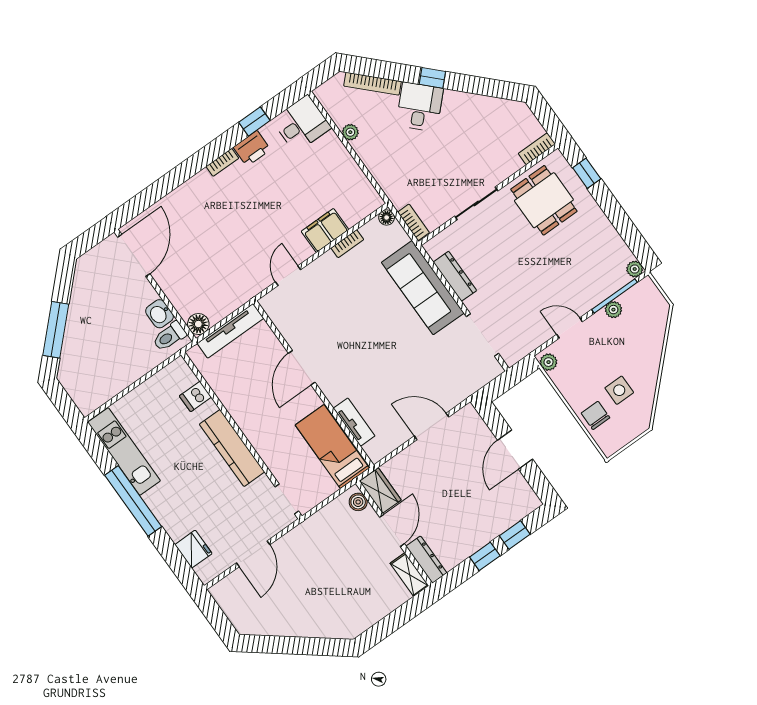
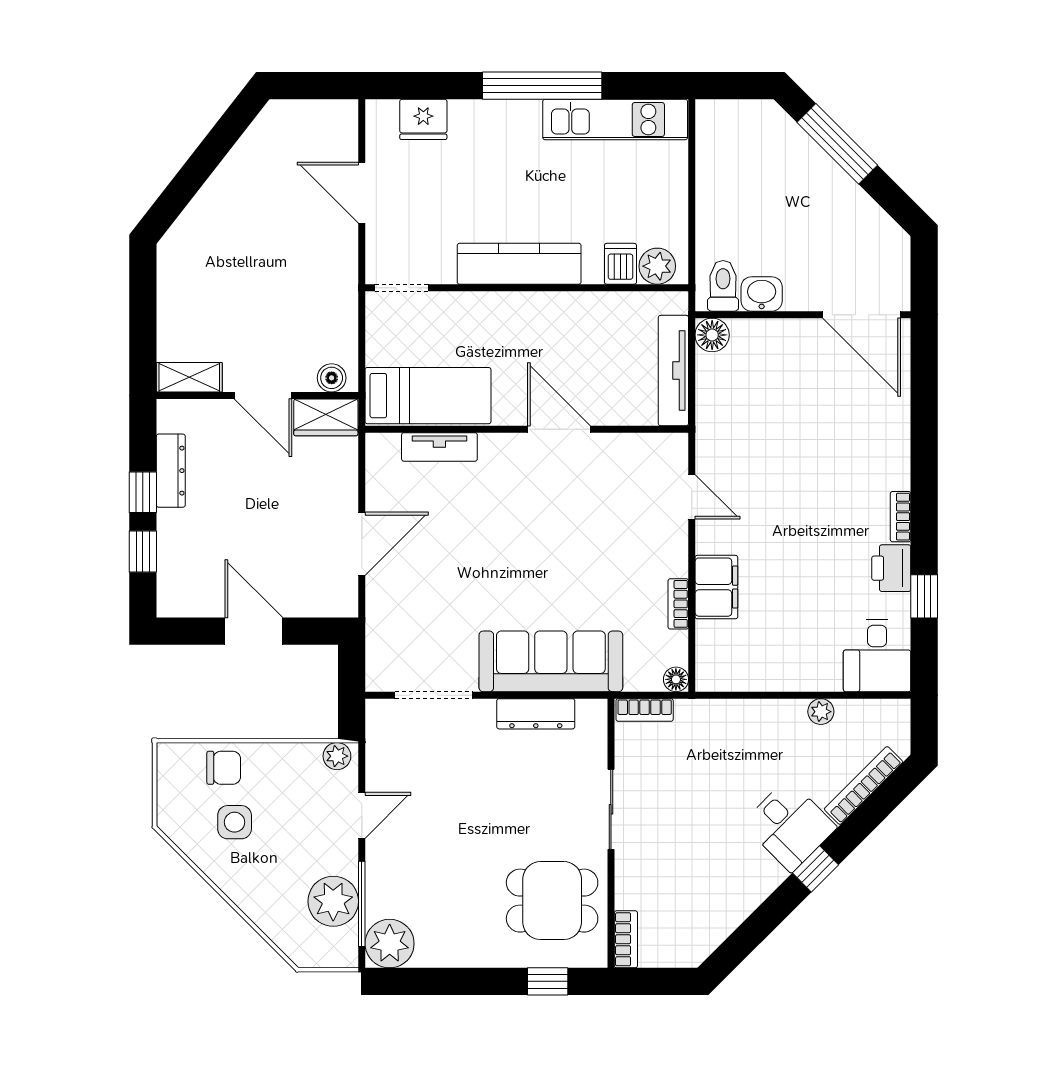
plant: (635, 269) -> (390, 944), width x1.87, depth x1.87
plant: (613, 310) -> (333, 901), width x1.88, depth x1.88
plant: (183, 377) -> (657, 266), added
dresser: (426, 560) -> (171, 471), moved, turned -90

